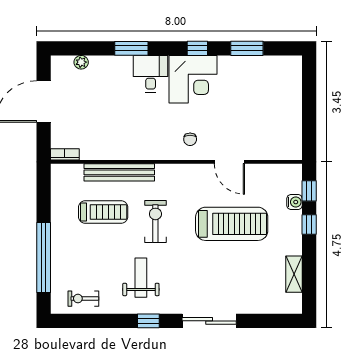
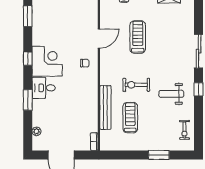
window: (247, 48) -> (28, 16), moved
treadmill: (232, 224) -> (138, 37), width x0.73, depth x0.73
window: (44, 258) -> (159, 155), width x0.47

